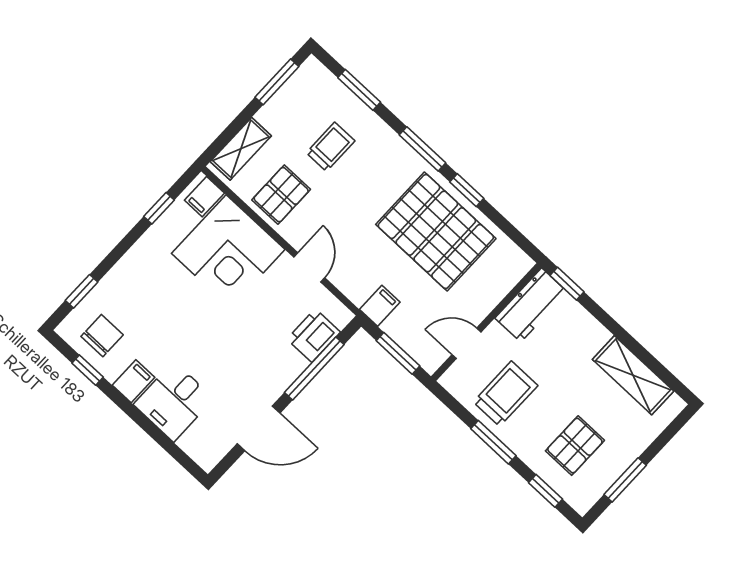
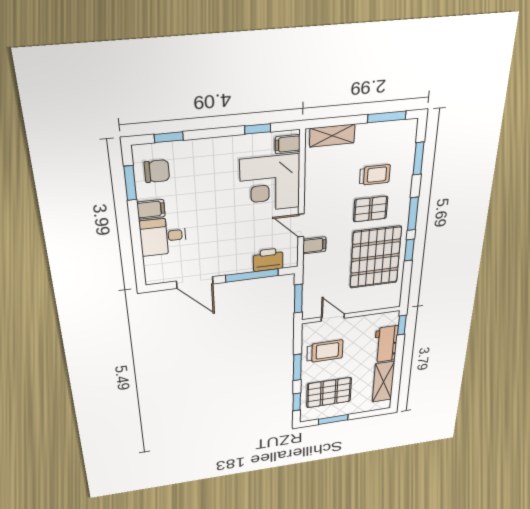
pallet: (281, 195) -> (371, 209), moved
door: (309, 267) -> (301, 226), swing flipped
workbench: (531, 305) -> (386, 344), moved, turned 90
filing cabinet: (380, 306) -> (314, 245), moved
window: (88, 370) -> (130, 183), width x1.50
pallet: (575, 446) -> (329, 393), width x1.50, depth x1.42

